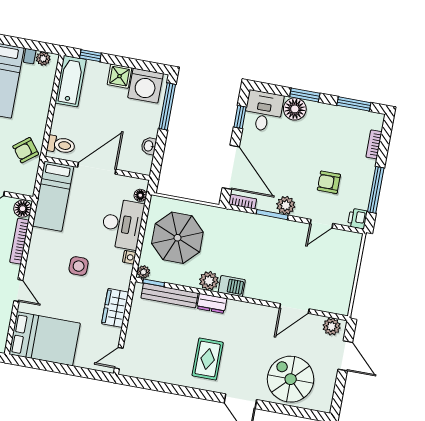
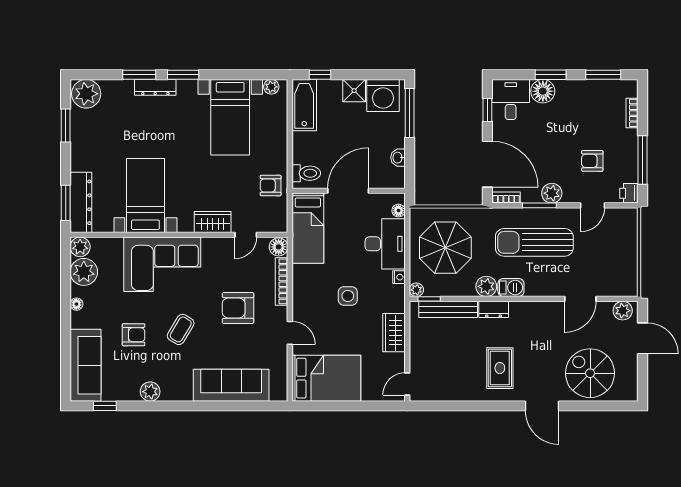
armchair: (26, 150) -> (271, 186), turned 38
sun lounger: (261, 248) -> (534, 242), added

